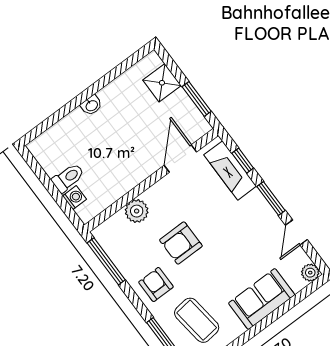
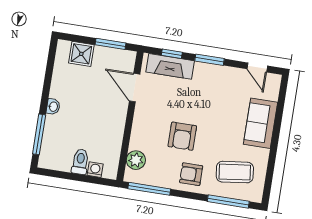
window: (55, 118) -> (39, 134), added
plant: (137, 211) -> (136, 160), moved
door: (296, 232) -> (257, 67), moved
plant: (310, 273) -> (274, 81), removed

